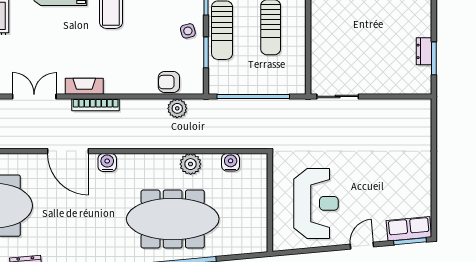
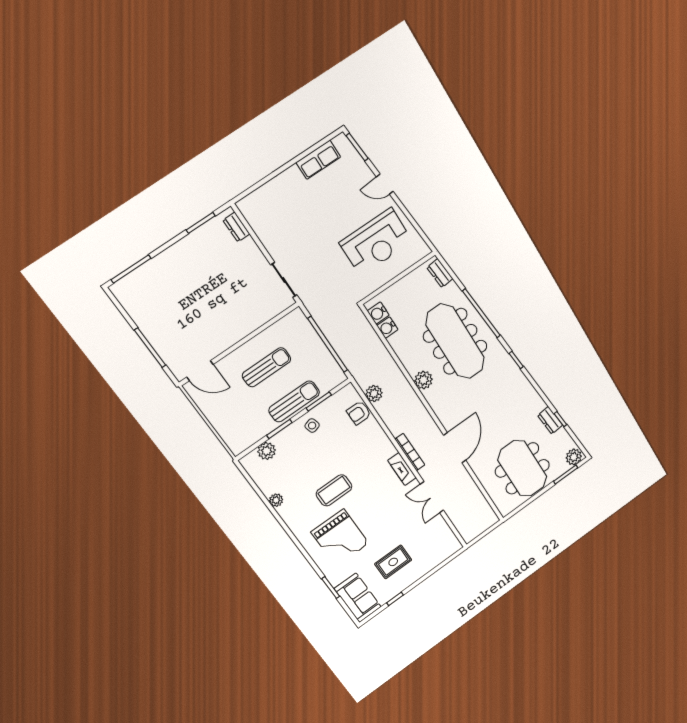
dresser: (424, 51) -> (236, 227), moved, turned 90
armchair: (169, 82) -> (359, 413), turned 90
water cooler: (107, 162) -> (378, 313), moved
plant: (191, 164) -> (424, 380), moved
reception desk: (316, 203) -> (376, 242), turned 180
row of seats: (409, 229) -> (318, 160), moved, turned -85
dresser: (248, 246) -> (440, 273), added

